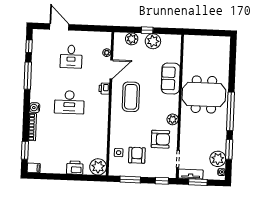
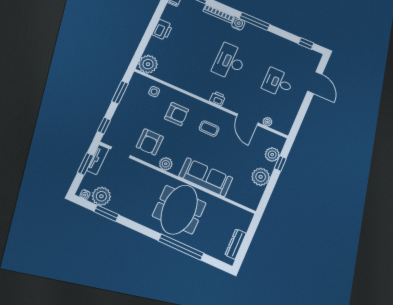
door: (59, 27) -> (315, 83), hinge flipped
window: (147, 30) -> (280, 163), moved
dresser: (213, 41) -> (236, 244), added
window: (28, 76) -> (255, 21), moved
sofa: (171, 78) -> (206, 177), width x1.36
printer: (104, 89) -> (218, 99), moved
coffee table: (131, 97) -> (209, 129), width x0.54, depth x0.58
window: (231, 111) -> (181, 247), moved
armchair: (137, 155) -> (177, 114), moved
printer: (75, 168) -> (162, 30), moved

